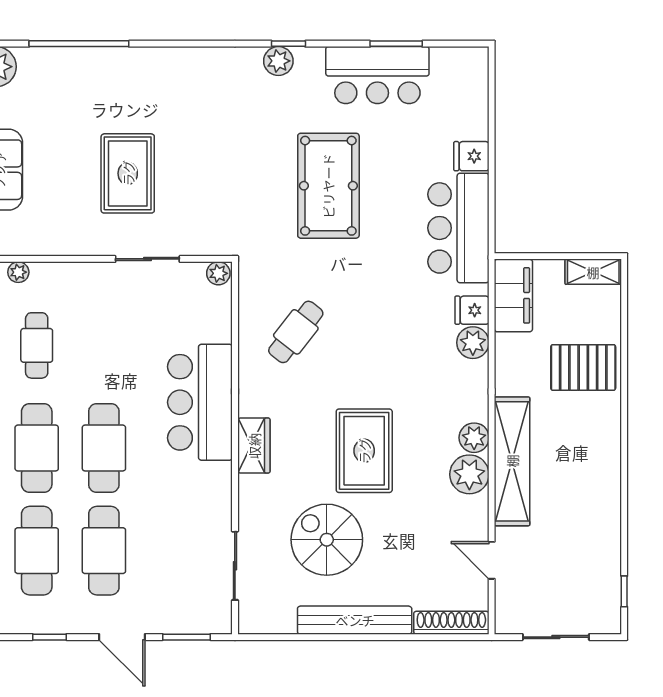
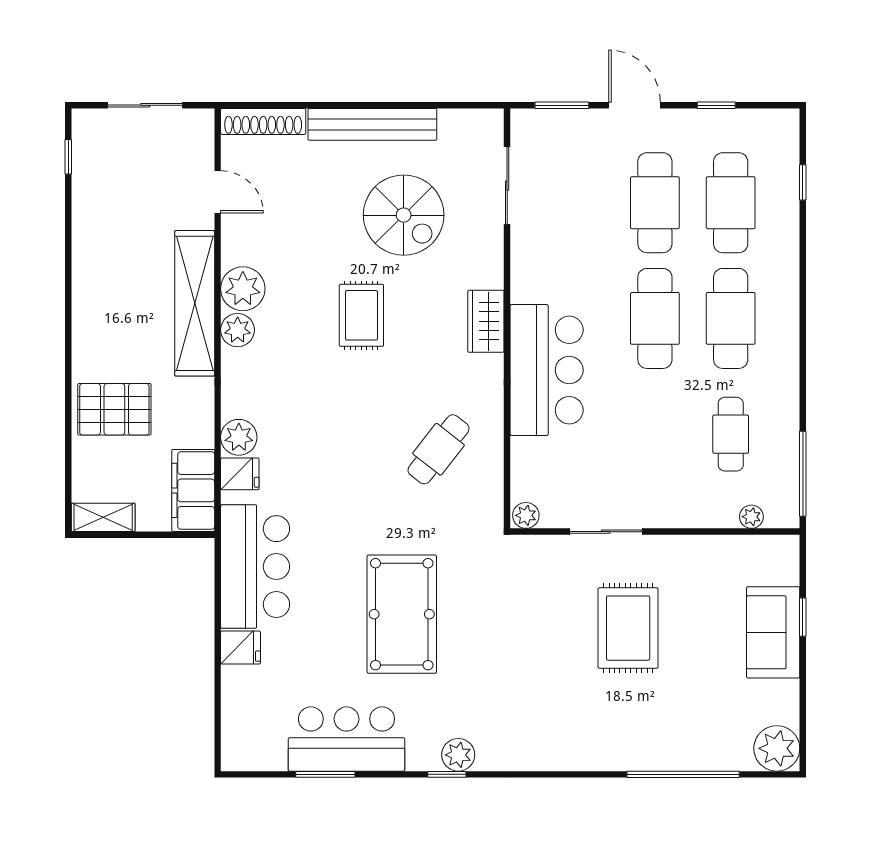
rug: (364, 451) -> (361, 315), width x0.73, depth x0.70

